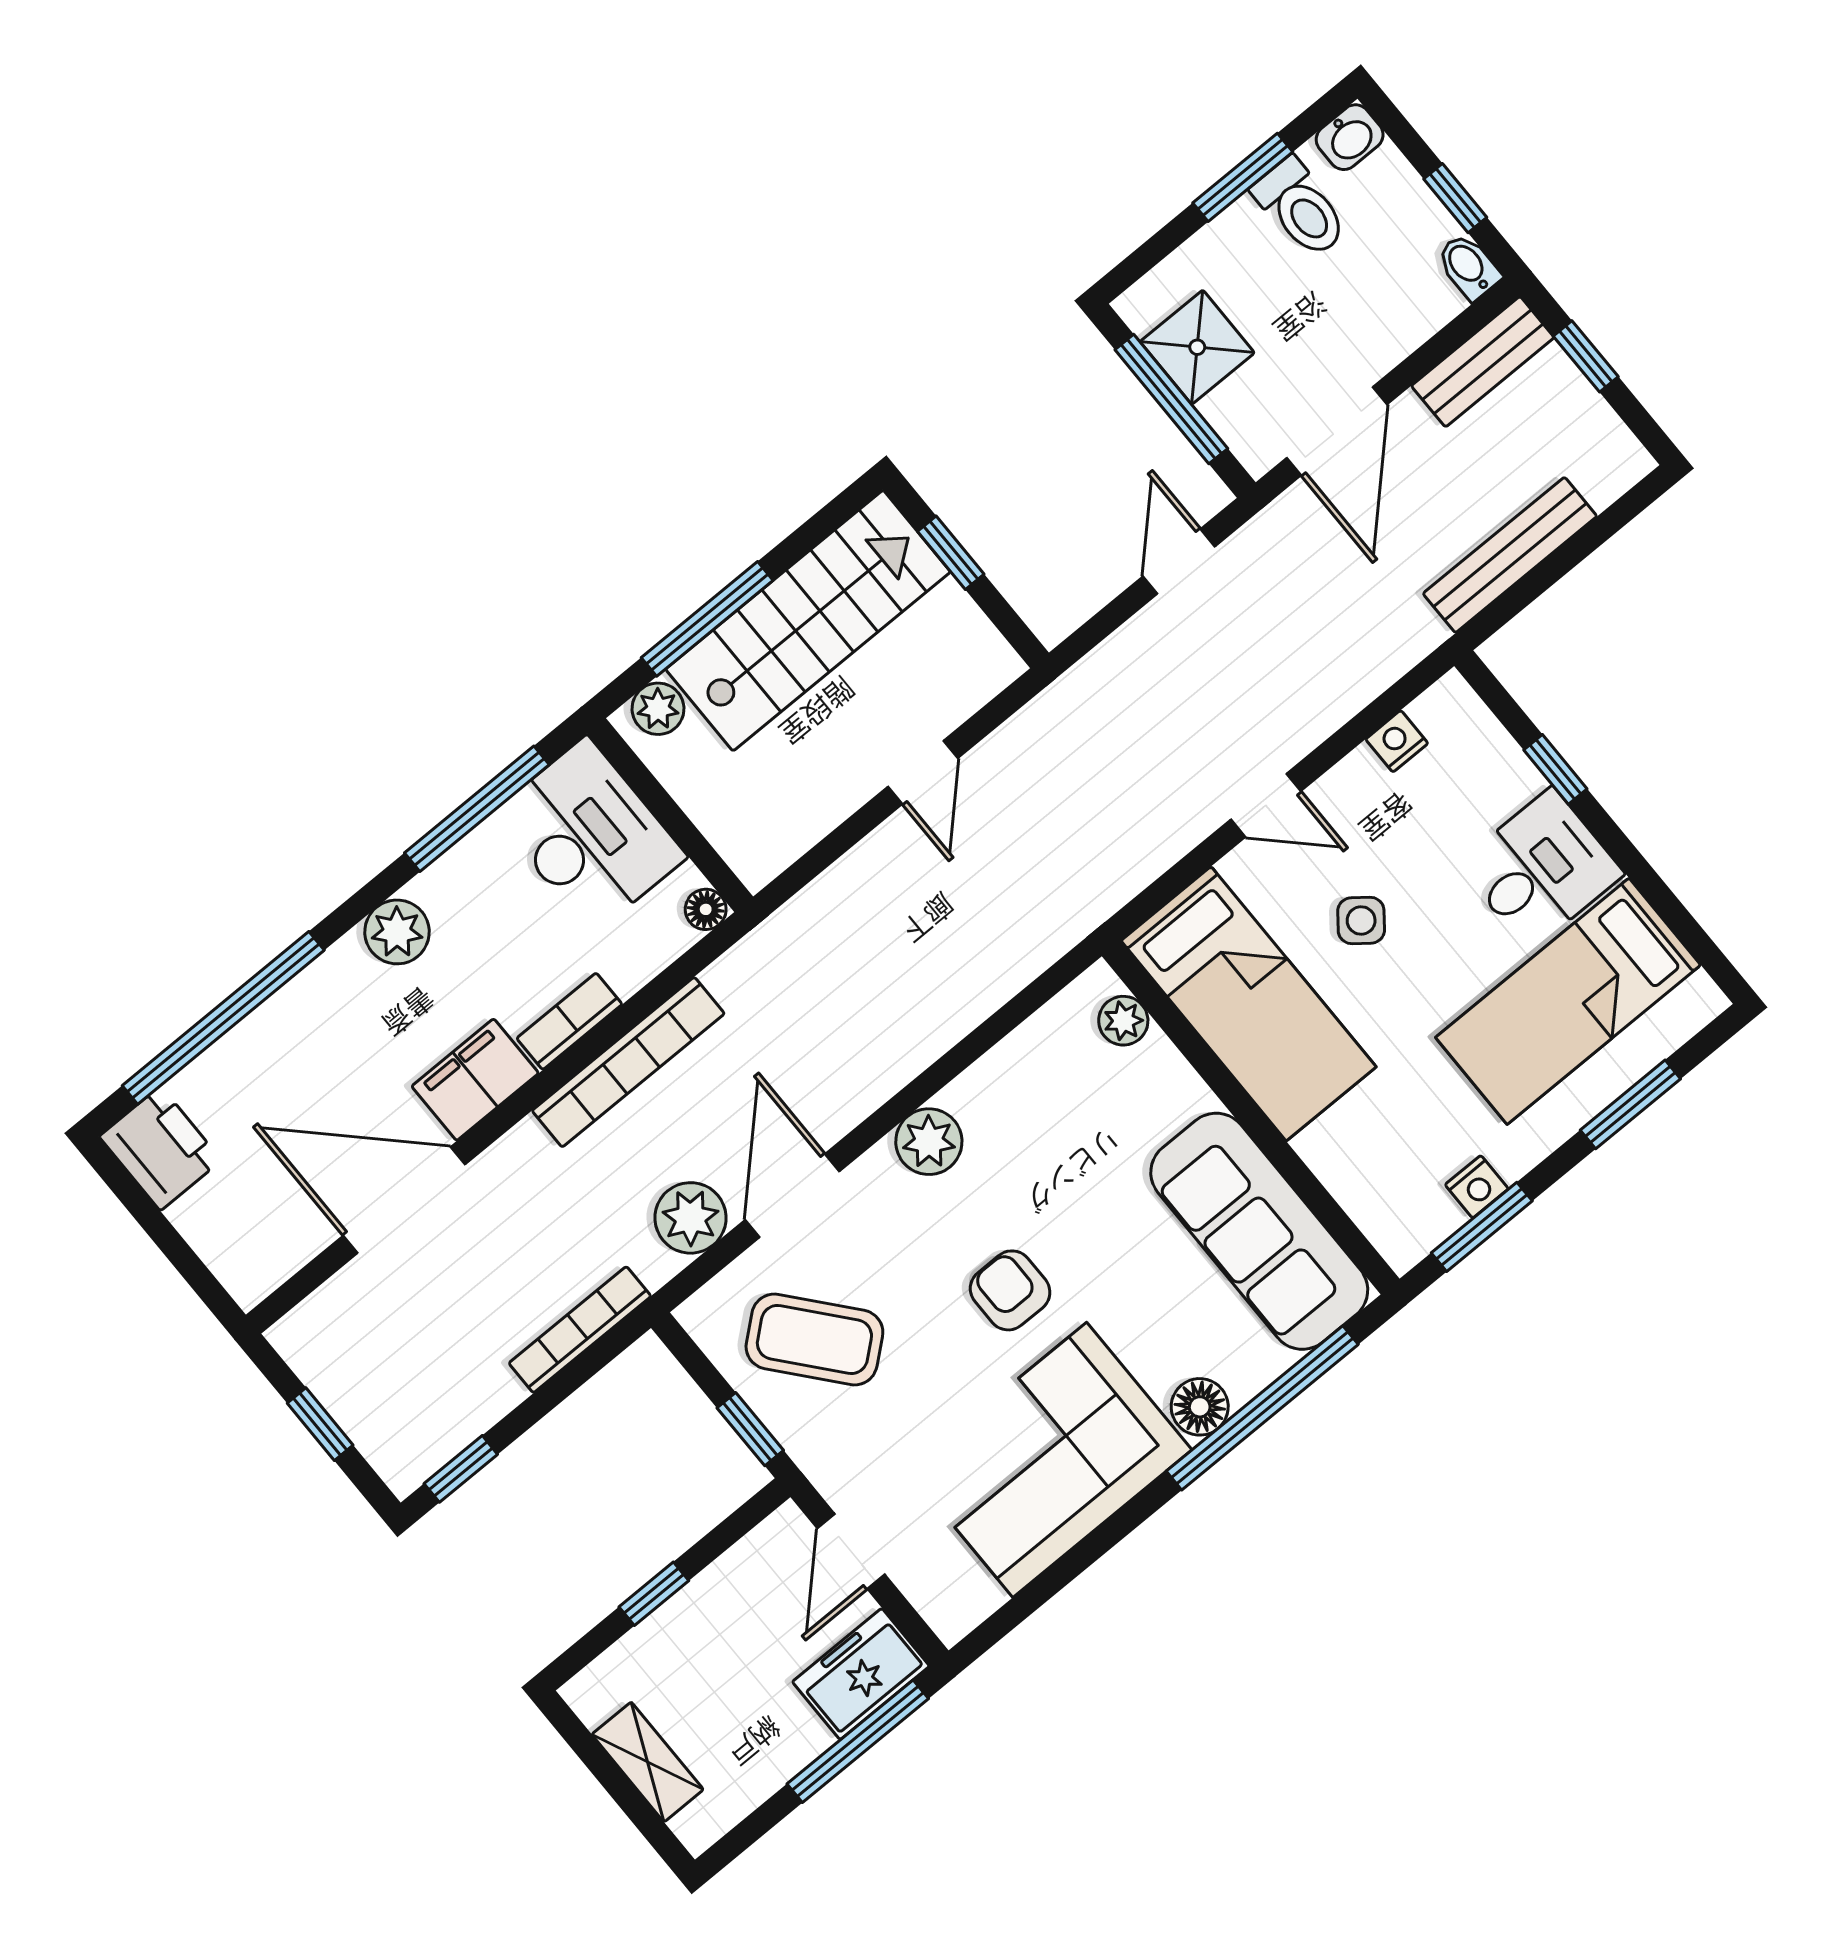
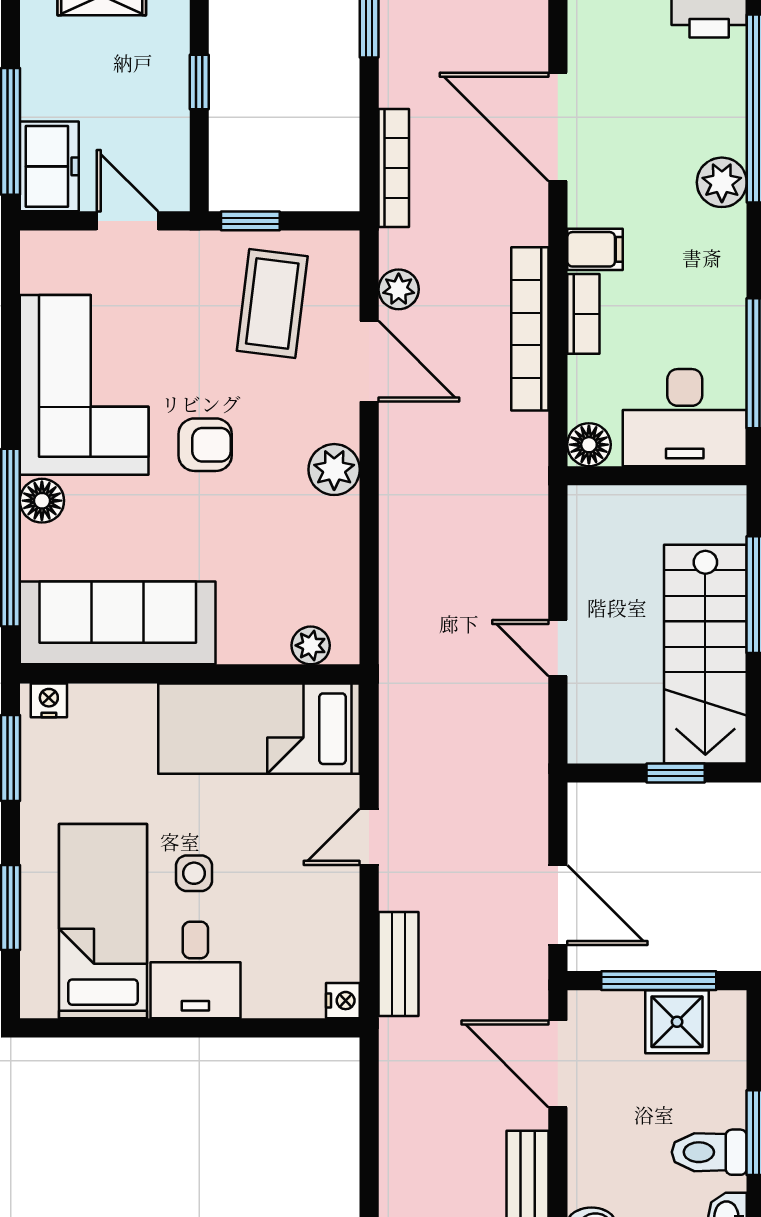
bench: (1510, 555) -> (399, 964), moved, width x0.73
door: (1179, 561) -> (558, 905), width x1.38
plant: (658, 709) -> (727, 521), removed
nightstand: (1397, 741) -> (343, 1001), moved
window: (1555, 769) -> (248, 1028), removed
floor lamp: (706, 909) -> (589, 445), width x1.37, depth x1.37
side table: (1361, 920) -> (194, 873), moved, turned -38
plant: (397, 932) -> (722, 182), moved
filing cabinet: (475, 1080) -> (595, 249), width x0.50
nightstand: (1477, 1187) -> (49, 700), moved, turned 90
door: (404, 1200) -> (558, 127), swing flipped
plant: (690, 1218) -> (399, 289), width x0.73, depth x0.73
coffee table: (814, 1339) -> (272, 304), turned -43

